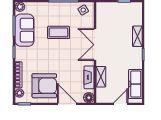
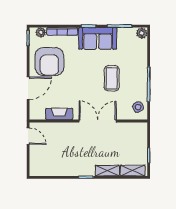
sofa: (24, 30) -> (98, 38), moved
shelving: (101, 77) -> (133, 171), moved
freezer: (135, 84) -> (51, 168), removed
floor lamp: (89, 98) -> (35, 114), removed
door: (121, 104) -> (28, 136), moved

